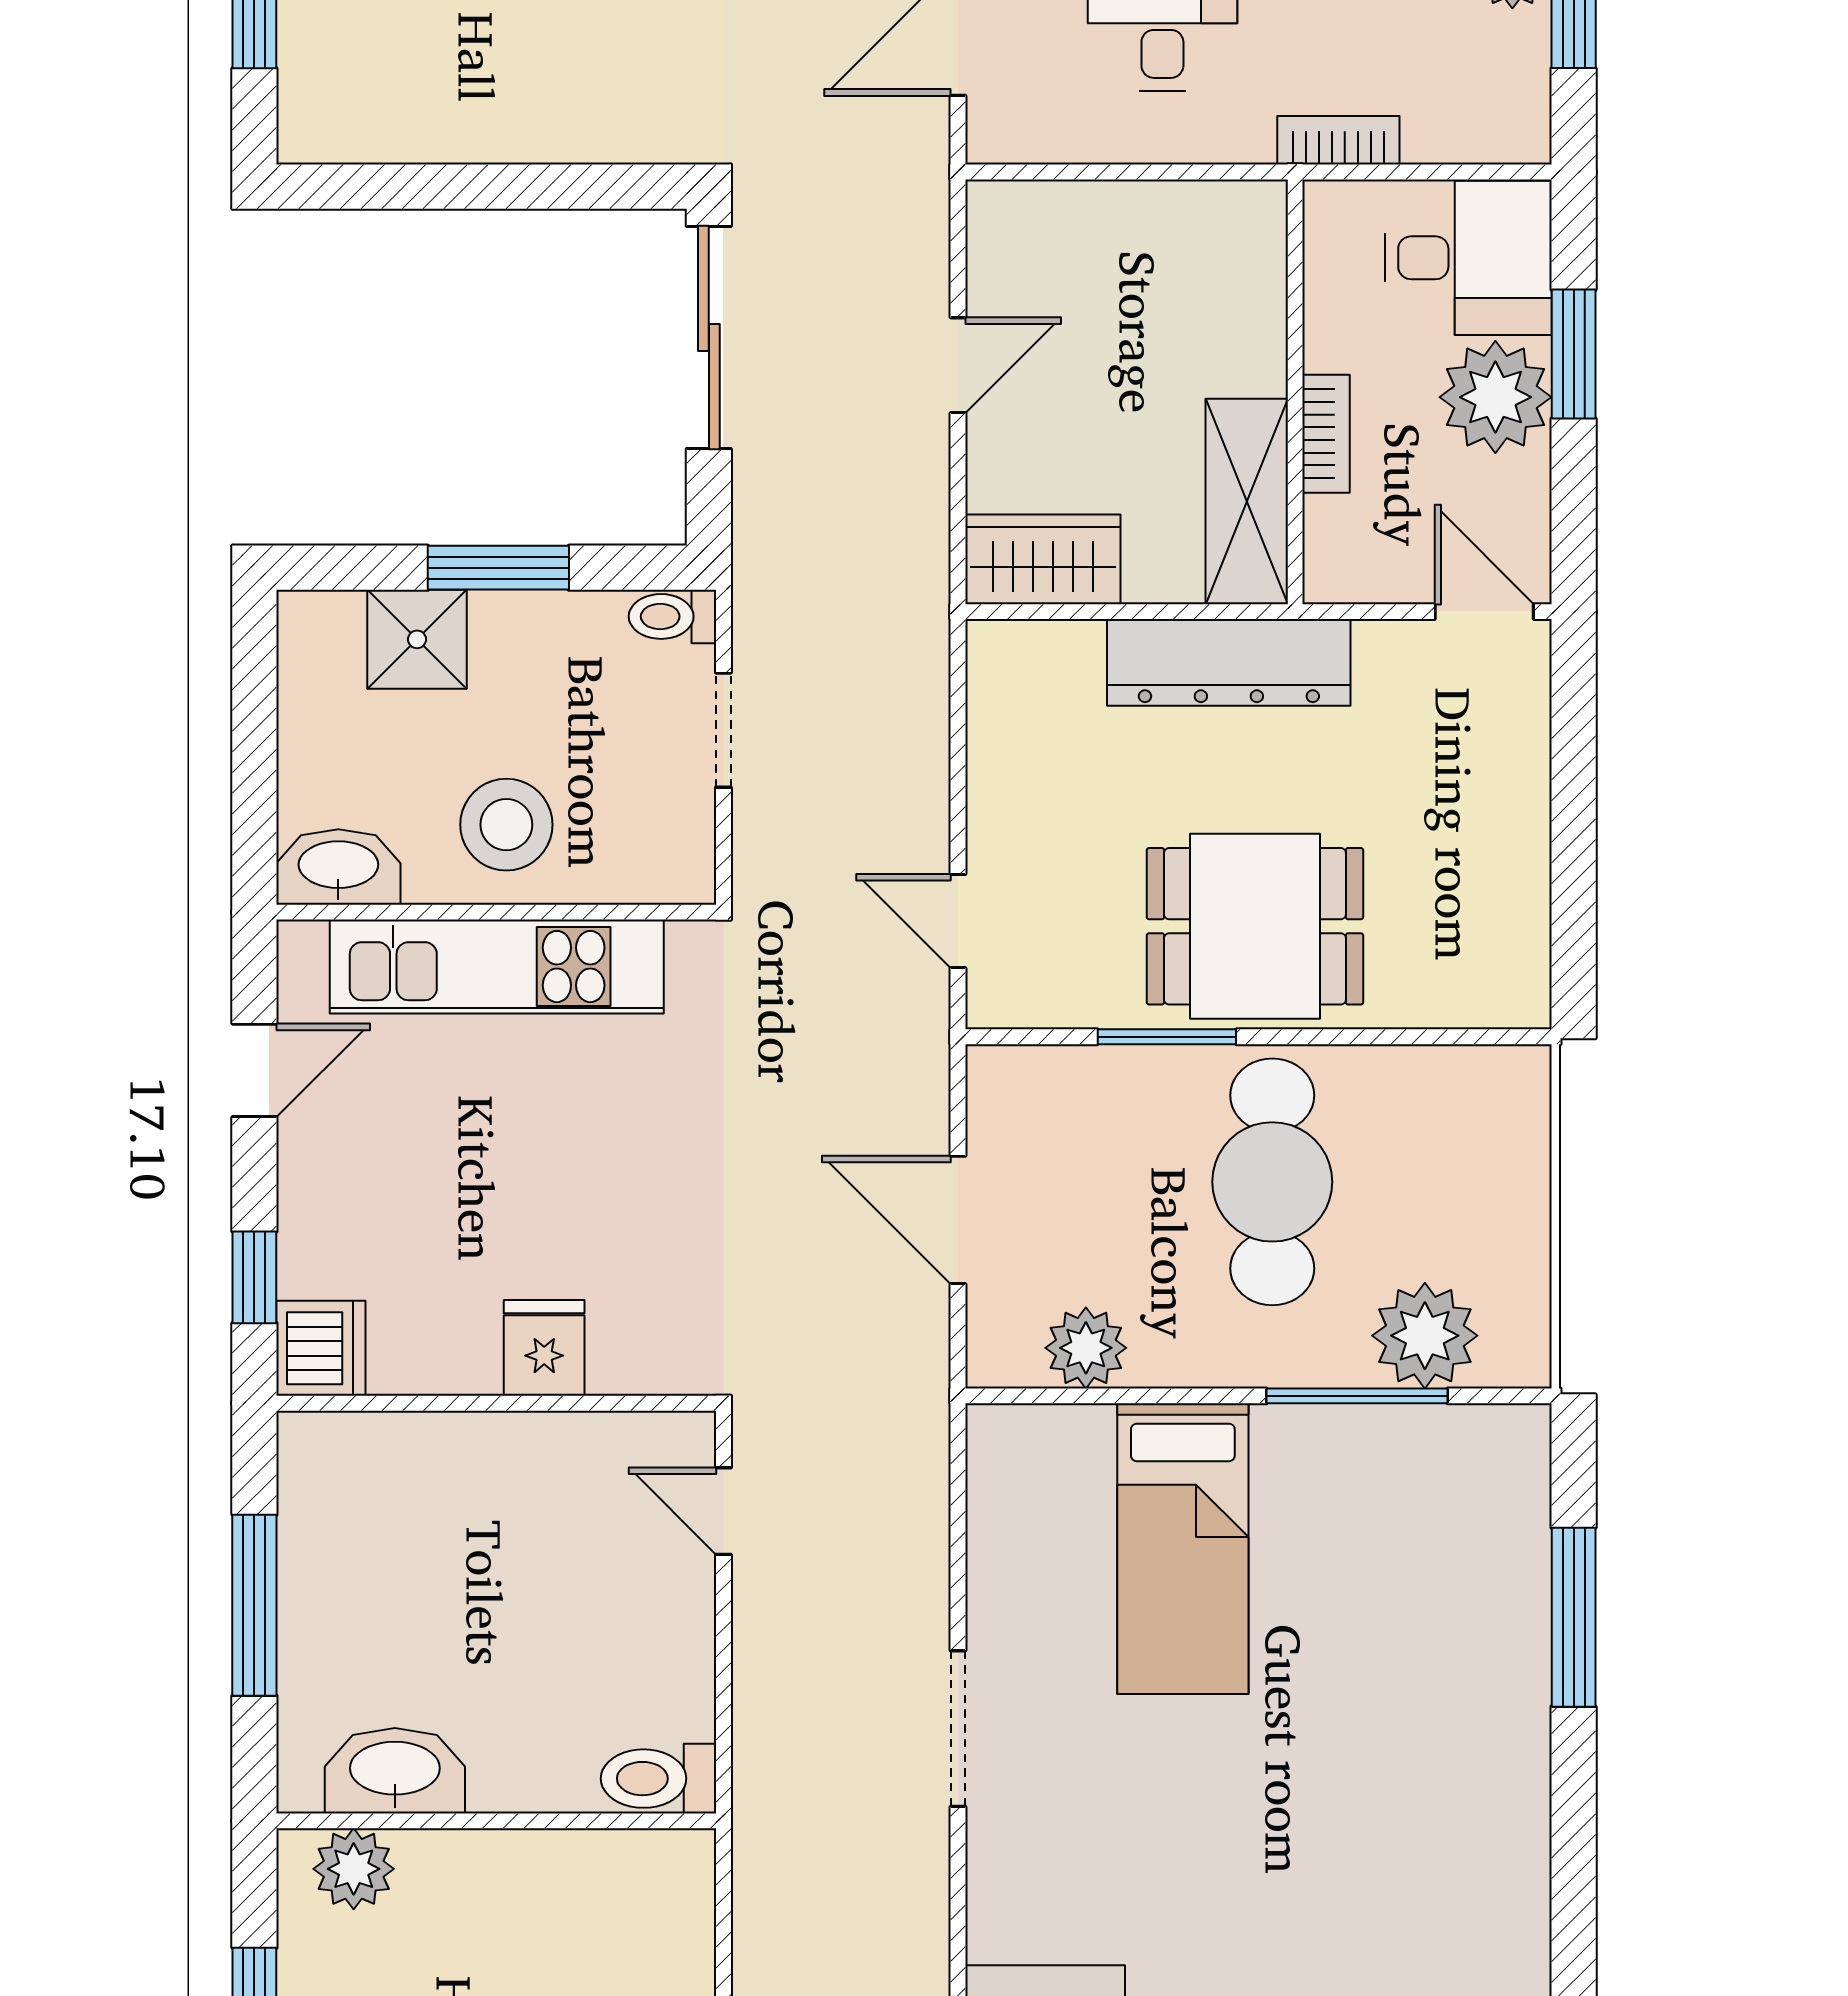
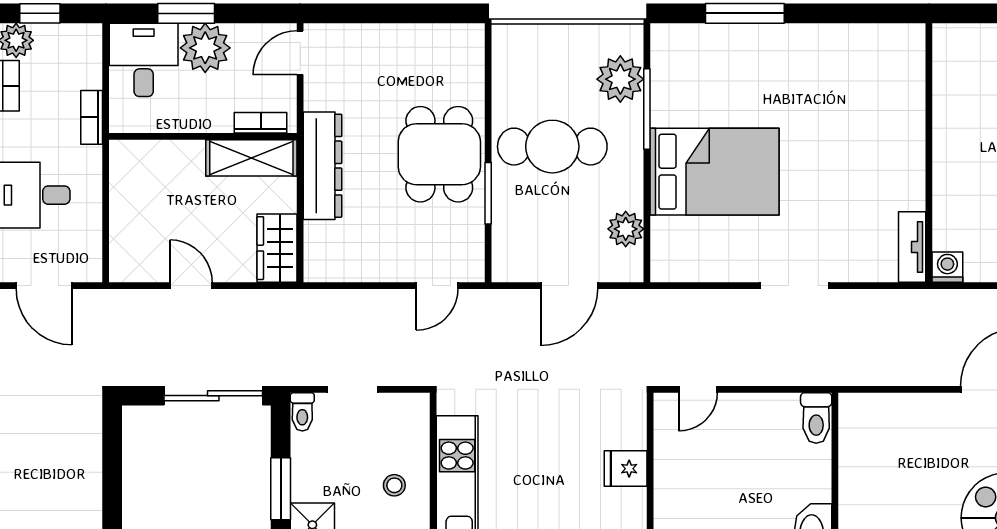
sliding door: (709, 337) -> (213, 396), moved
bookcase: (1326, 434) -> (261, 123), moved
stool: (506, 825) -> (394, 485), width x0.53, depth x0.53
bed: (1183, 1549) -> (715, 172), width x1.50

